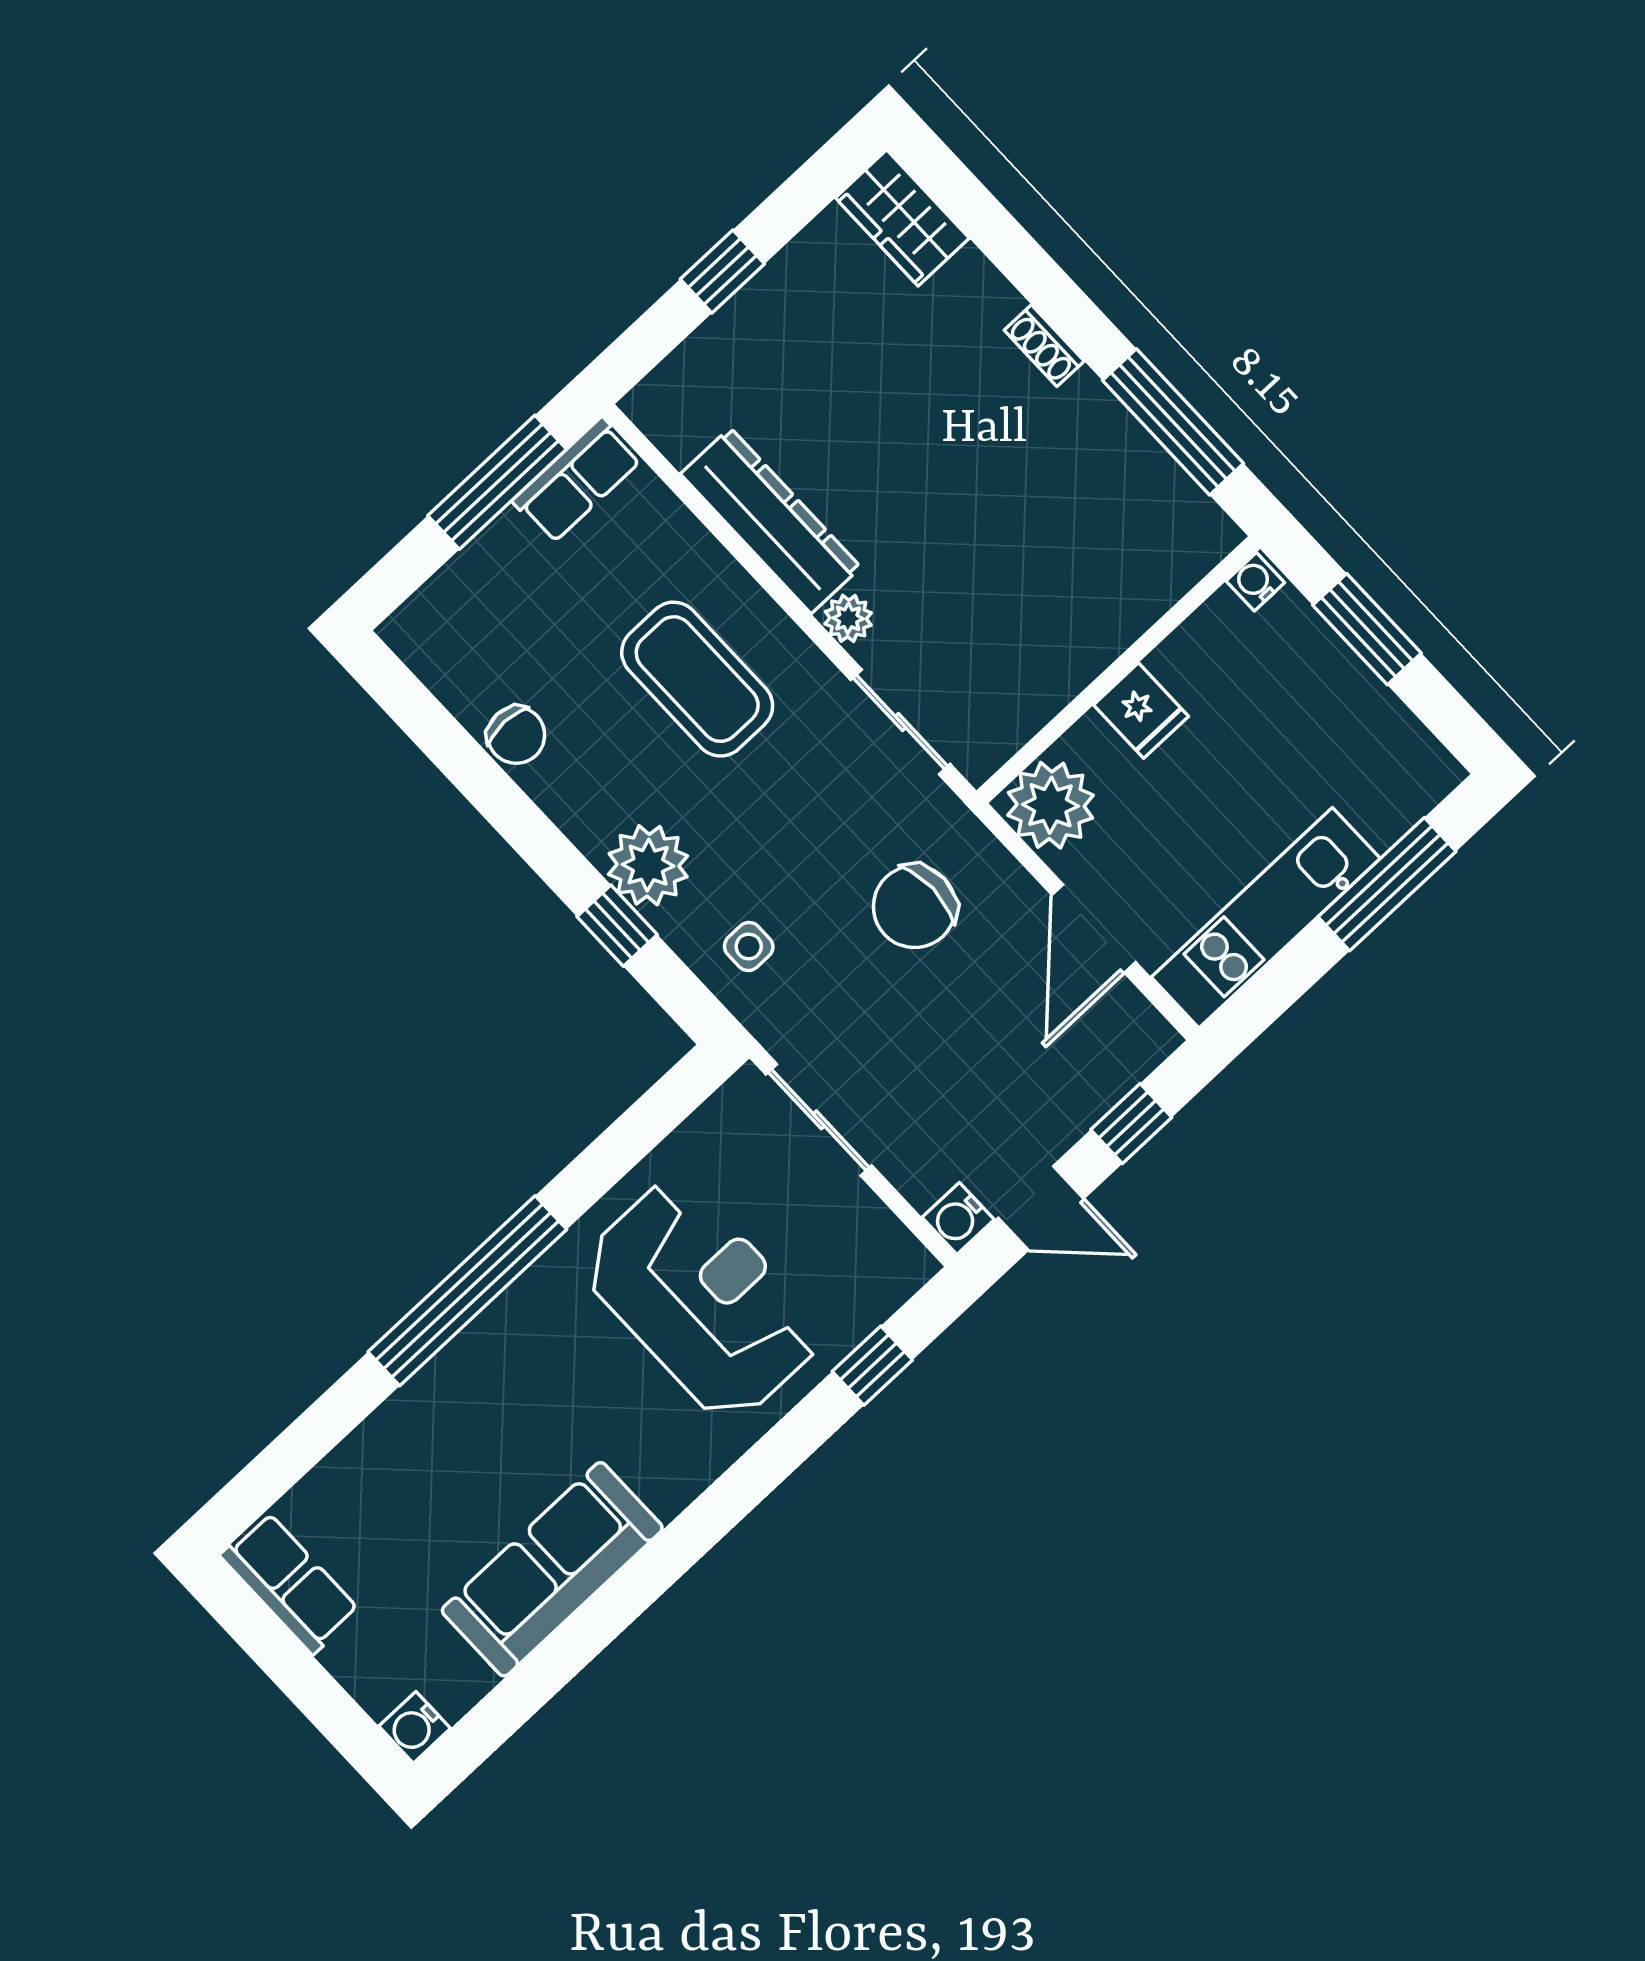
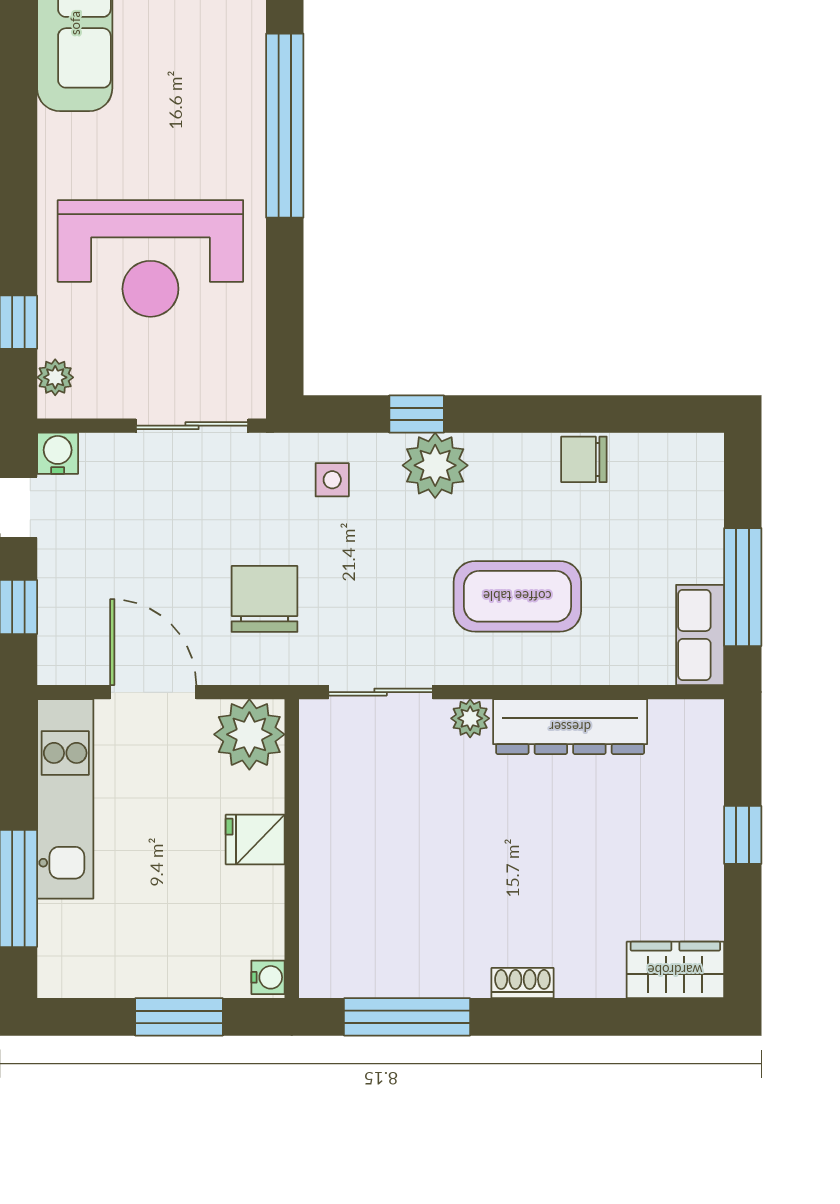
plant: (891, 1285) -> (55, 377), added

